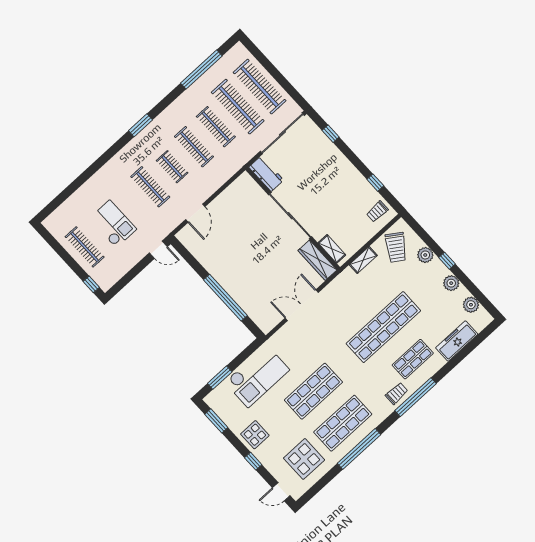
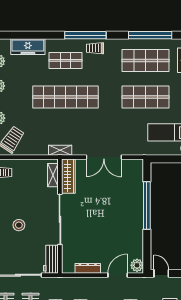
stool: (322, 178) -> (19, 225), added
dresser: (227, 195) -> (88, 268), added
plant: (186, 237) -> (137, 265), added
shelving: (363, 260) -> (60, 150), moved

